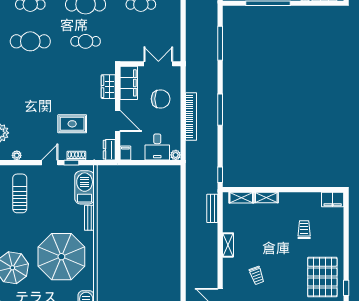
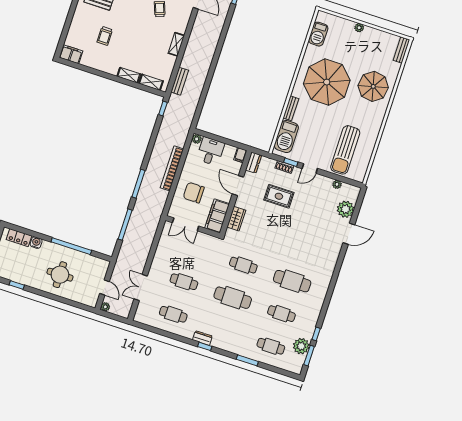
window: (220, 110) -> (138, 184), moved
sun lounger: (20, 193) -> (345, 150), width x1.36, depth x1.34

